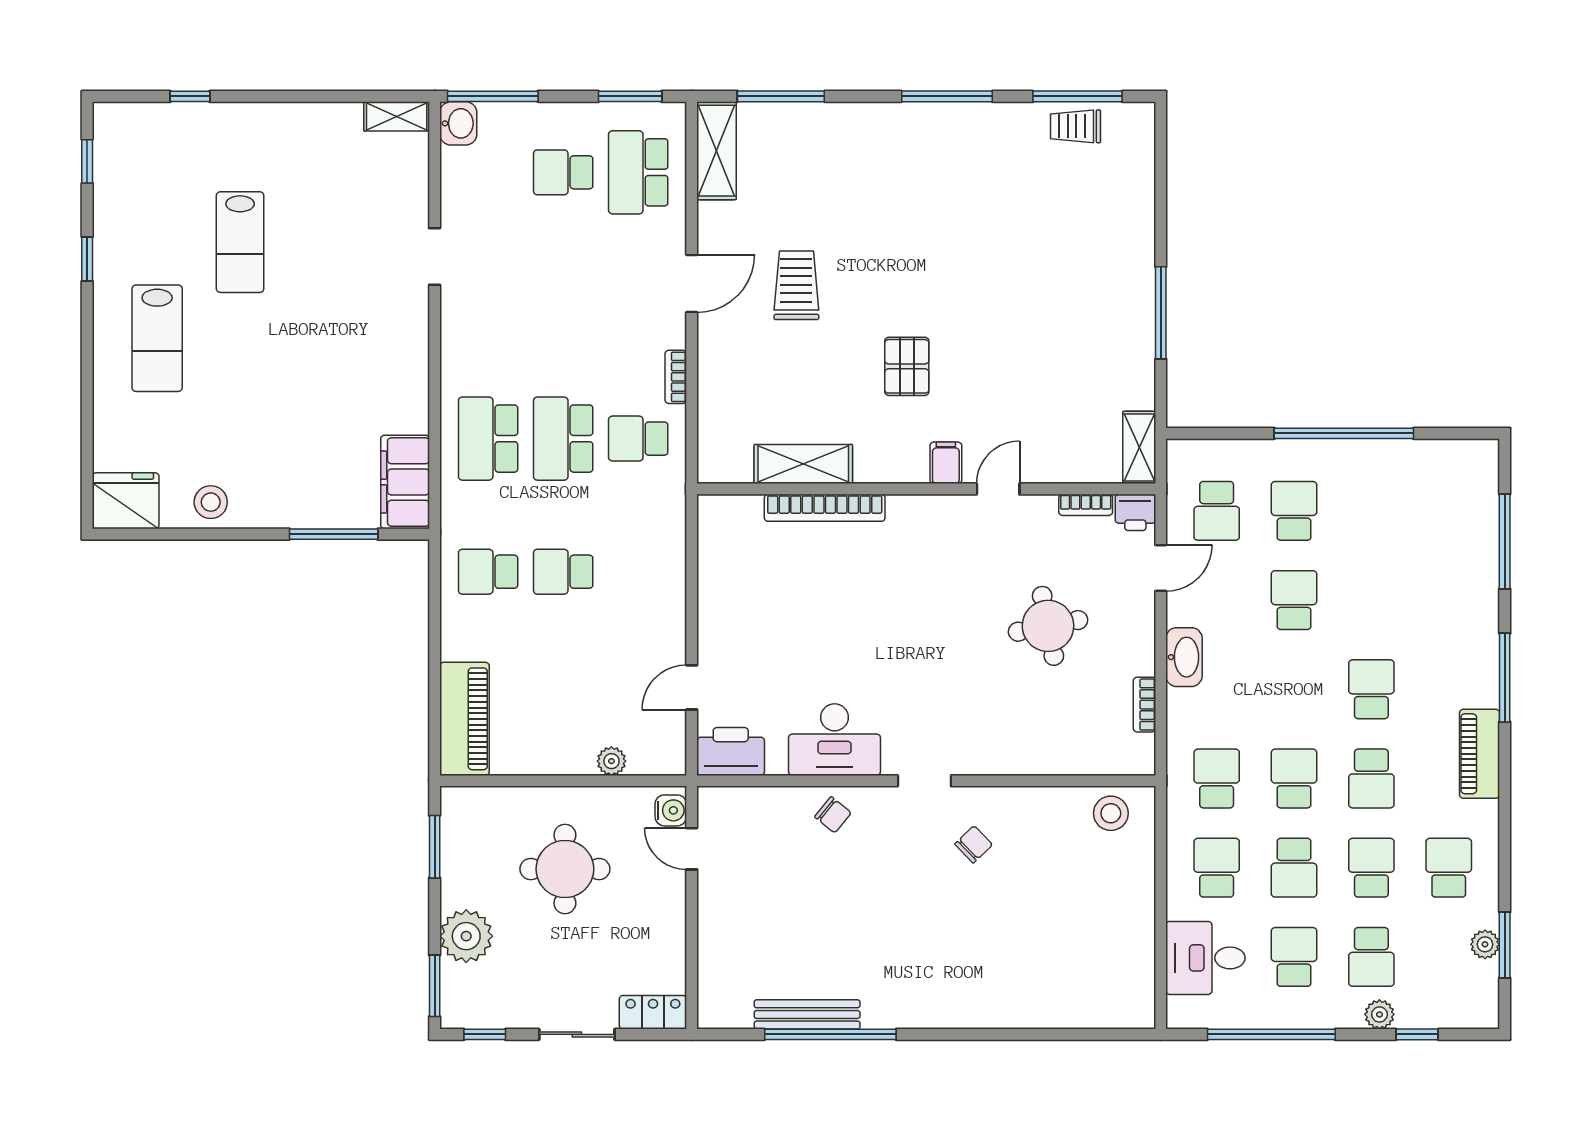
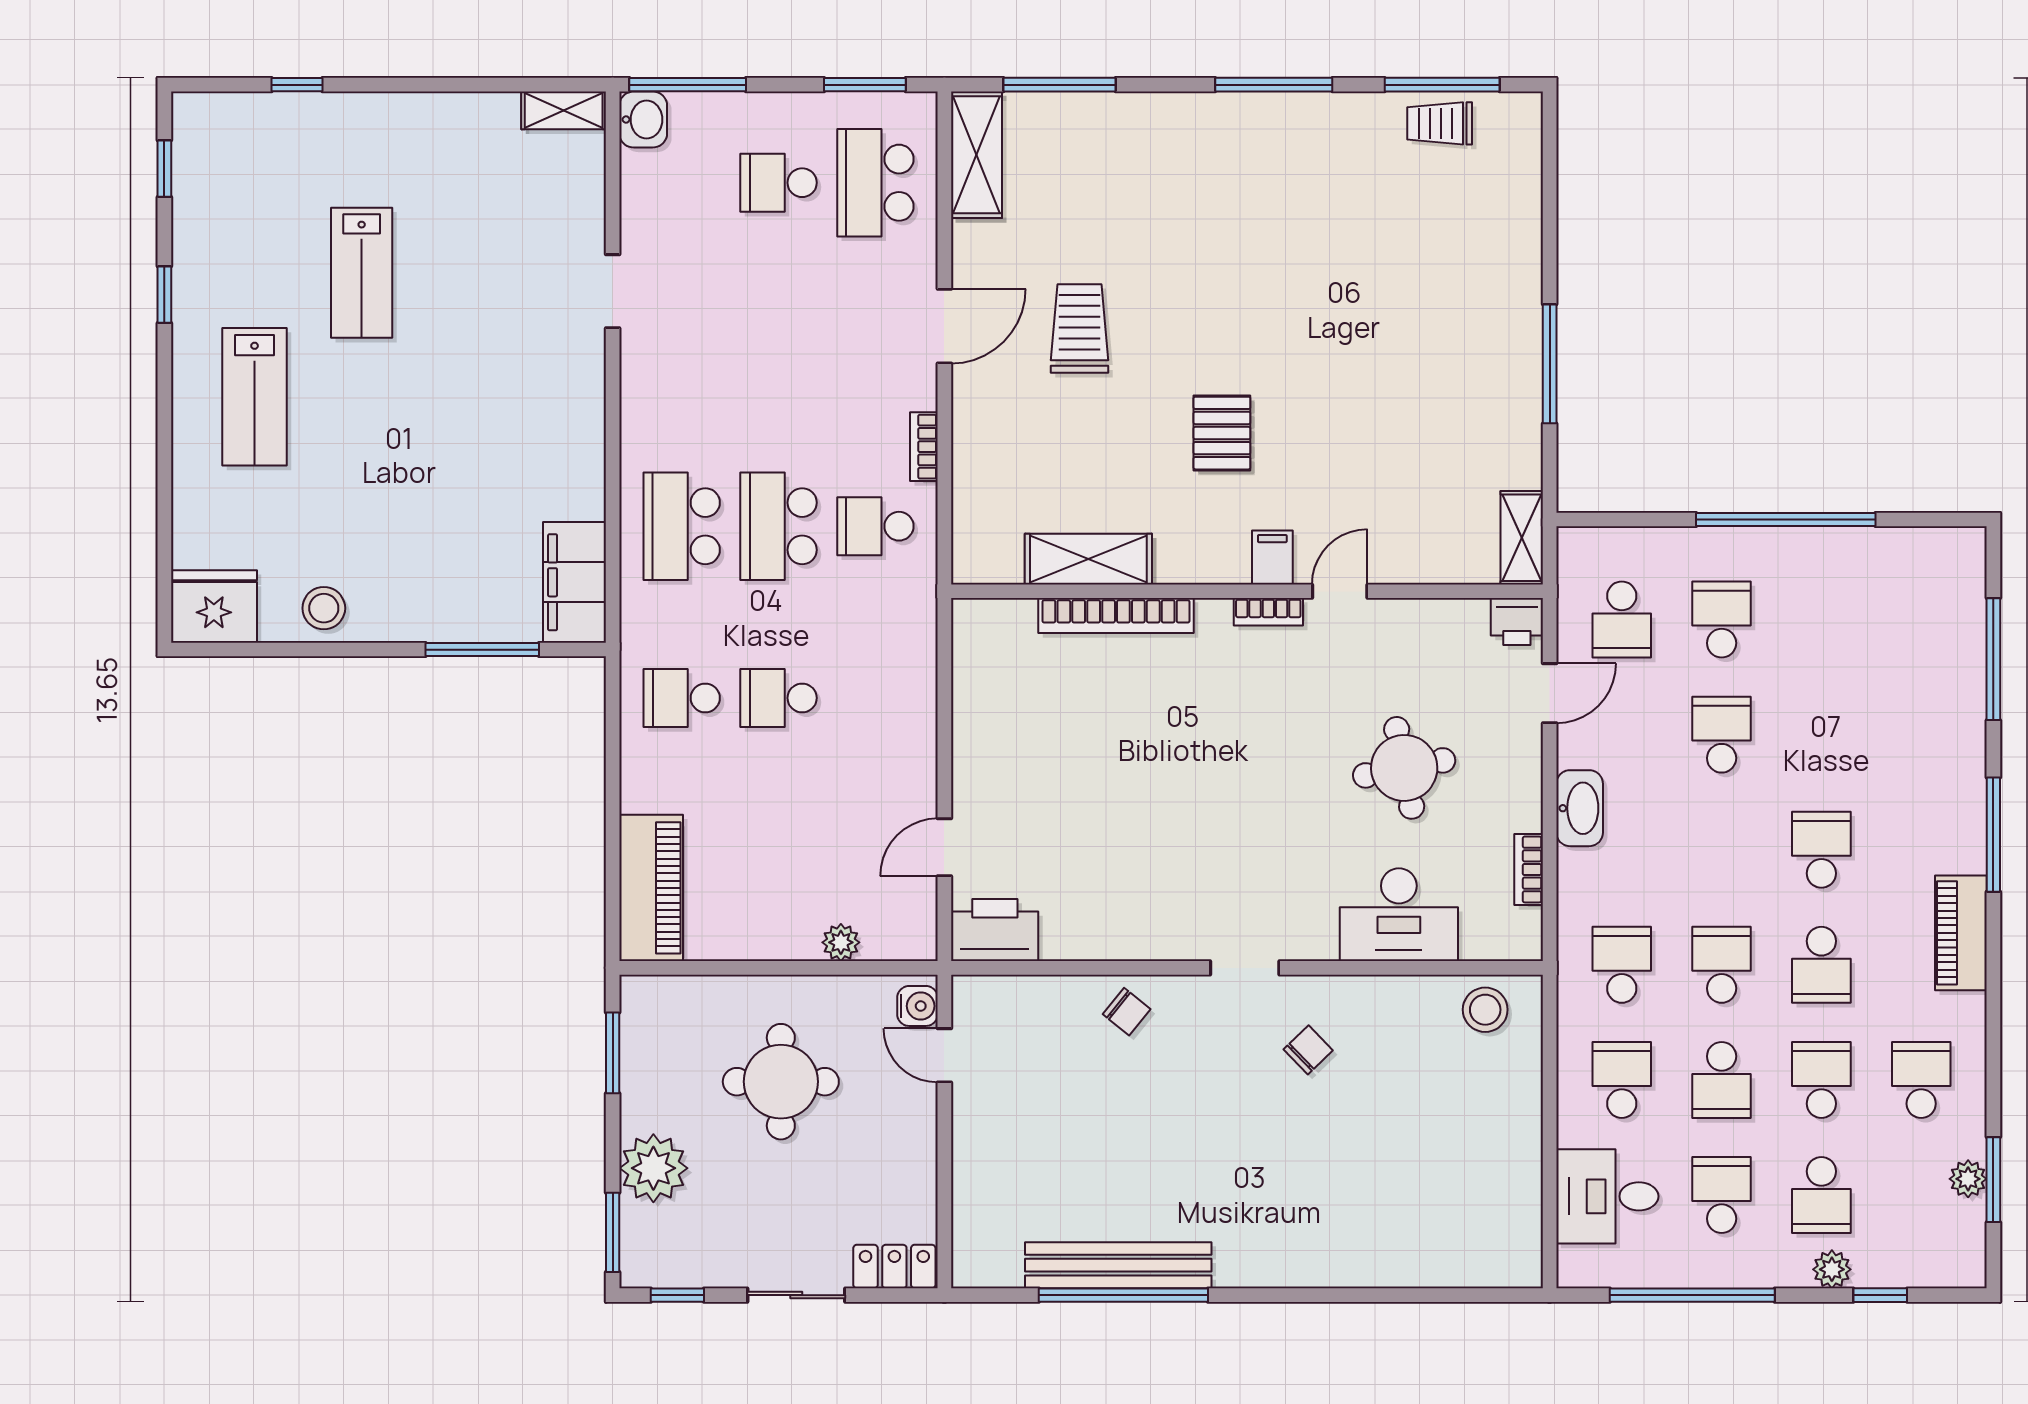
bookcase: (1086, 505) -> (1268, 612), moved
desk: (835, 740) -> (1399, 915), moved
bench: (807, 1014) -> (1118, 1265), width x1.37, depth x1.21

